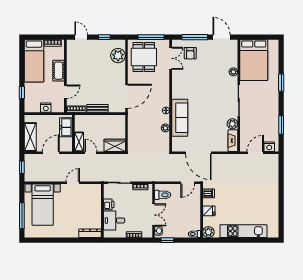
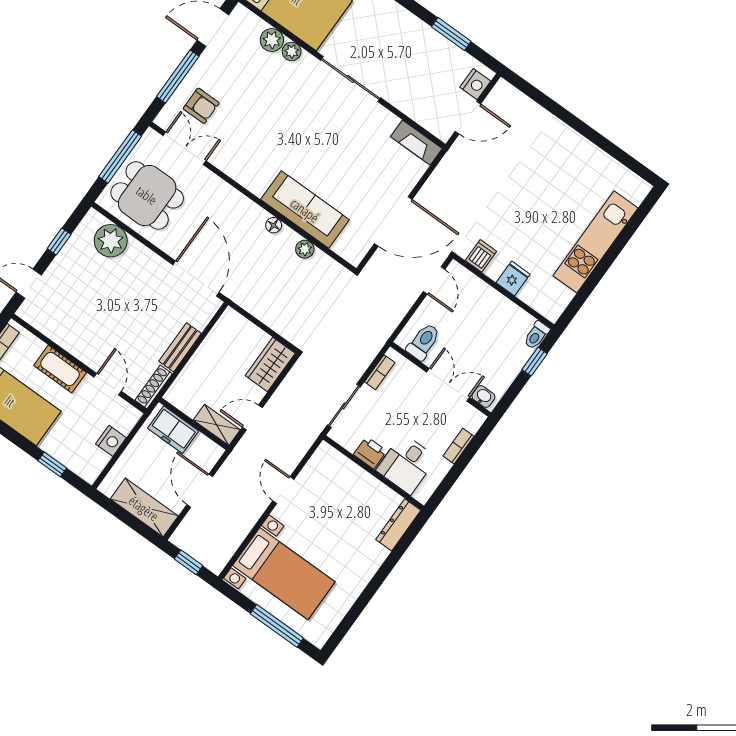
plant: (232, 124) -> (272, 40), moved
door: (255, 153) -> (468, 118), swing flipped
plant: (208, 232) -> (551, 307), removed
window: (167, 240) -> (535, 362), moved

